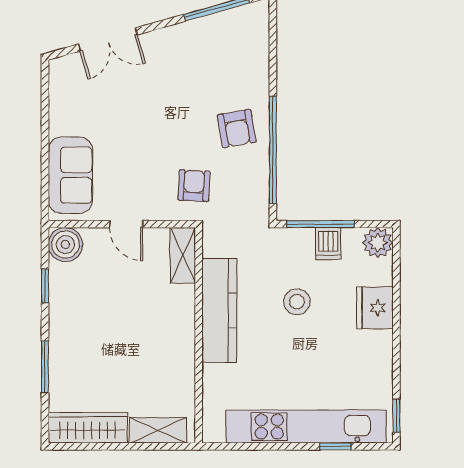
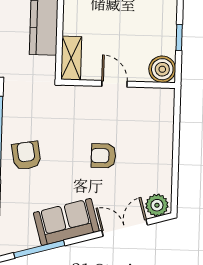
plant: (67, 70) -> (157, 205), added
sofa: (70, 175) -> (66, 222), moved, turned 74
armchair: (194, 186) -> (103, 156), moved, turned 87

